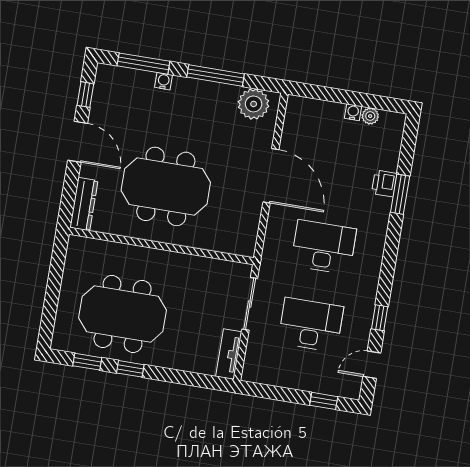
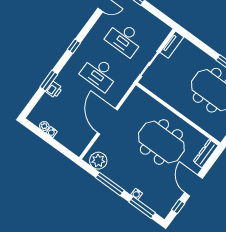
window: (380, 318) -> (74, 46), moved

